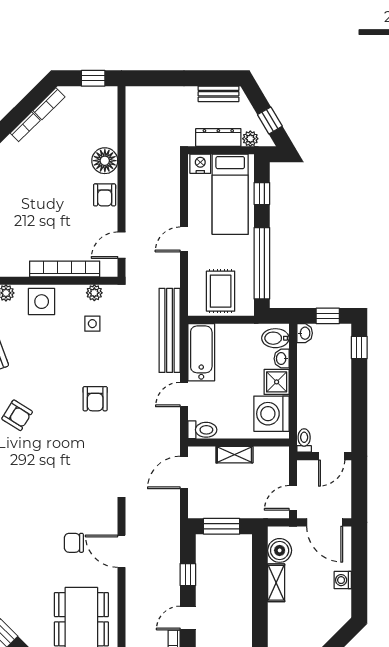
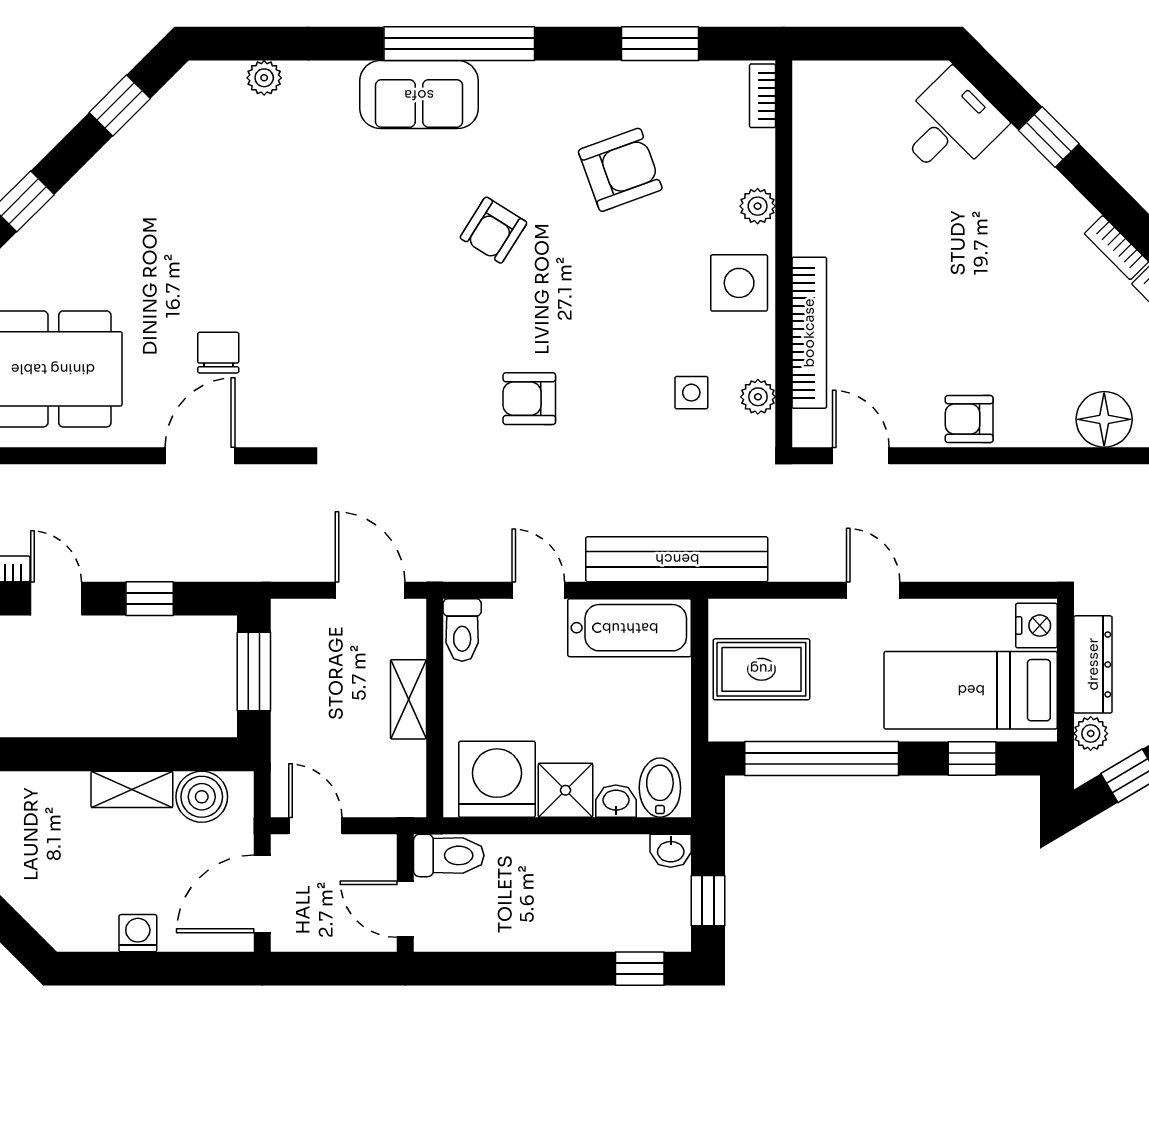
floor lamp: (105, 161) -> (1104, 419), moved
toilet: (304, 441) -> (449, 855), width x1.37, depth x1.39

